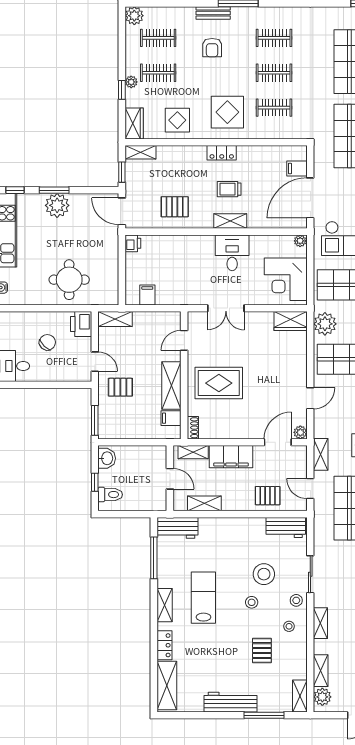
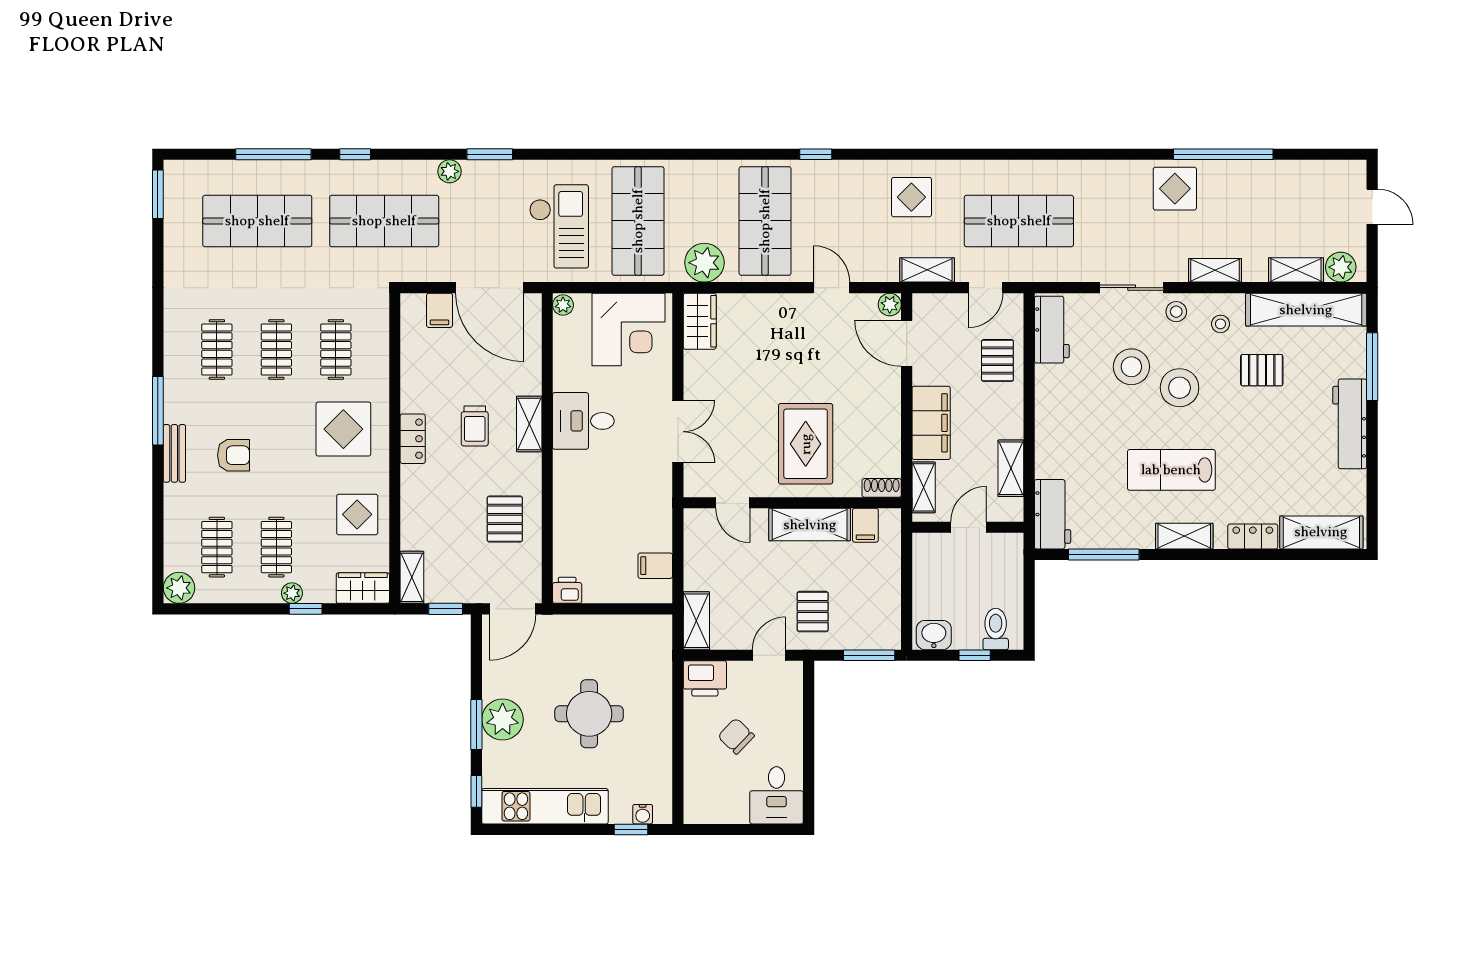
round table: (69, 280) -> (589, 714), moved
stool: (252, 602) -> (1180, 388), width x1.89, depth x1.89
shelving: (300, 696) -> (1306, 310), width x2.20, depth x1.33

